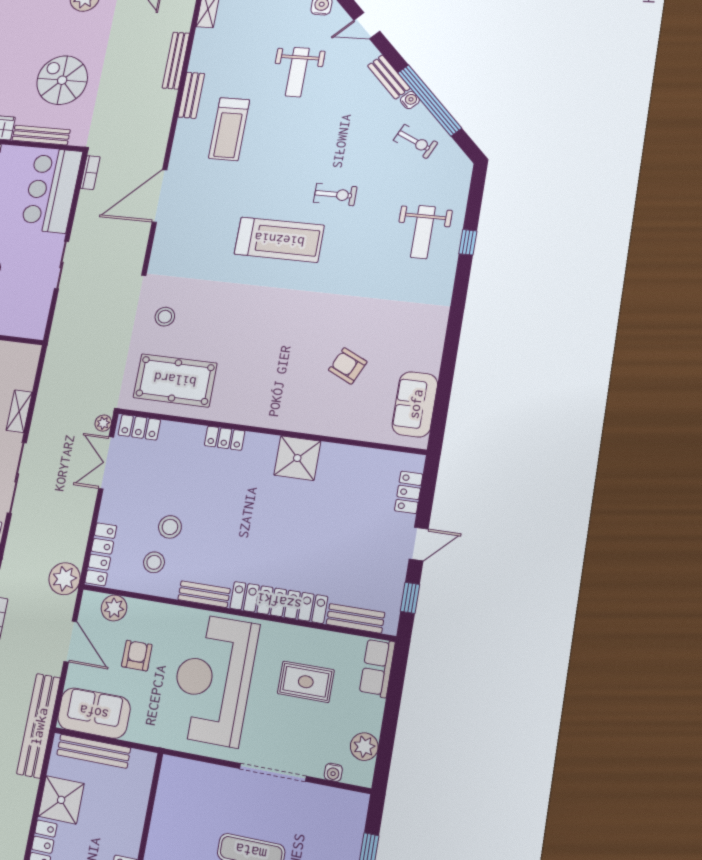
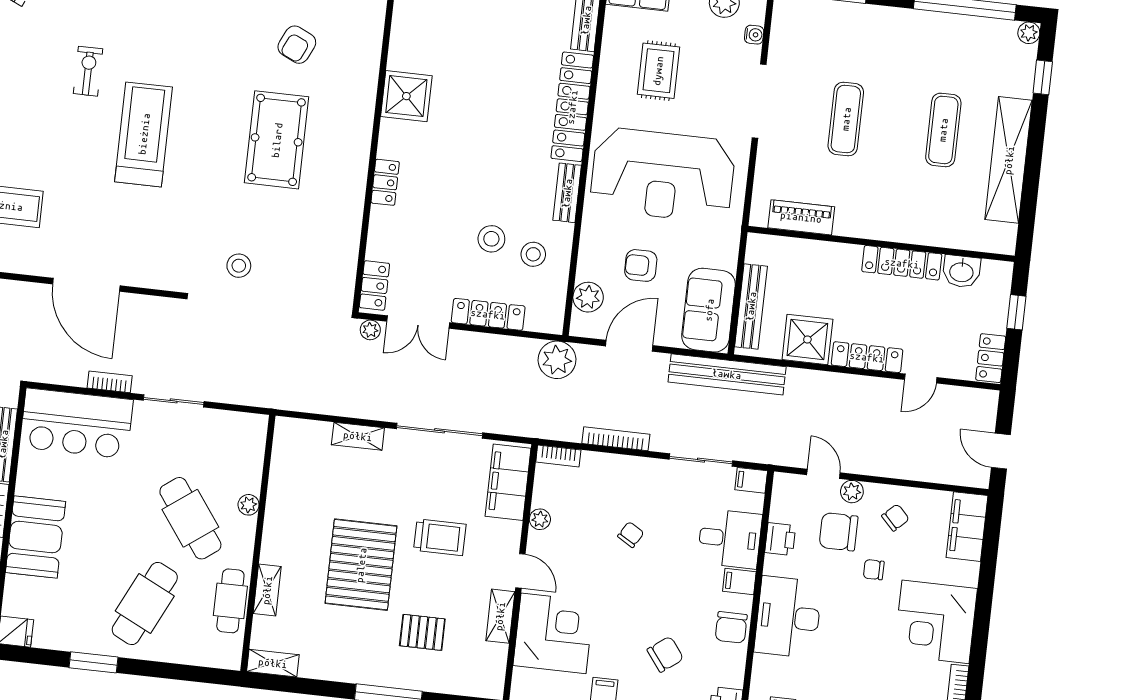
bookcase: (90, 173) -> (110, 382), moved
pool table: (175, 380) -> (277, 140), moved
locker: (101, 554) -> (488, 314), moved
piano: (167, 803) -> (801, 217), added

